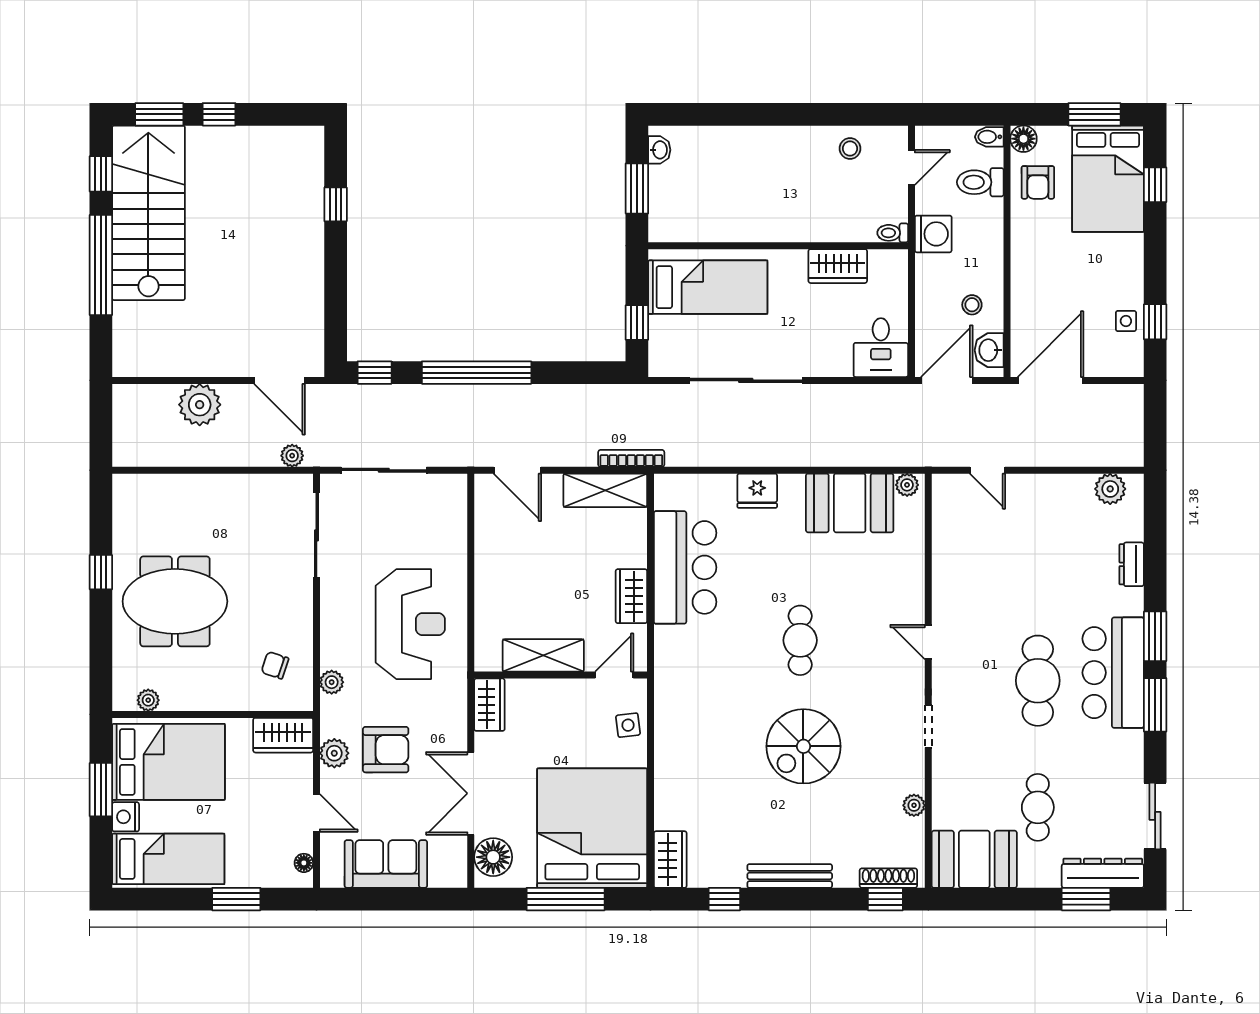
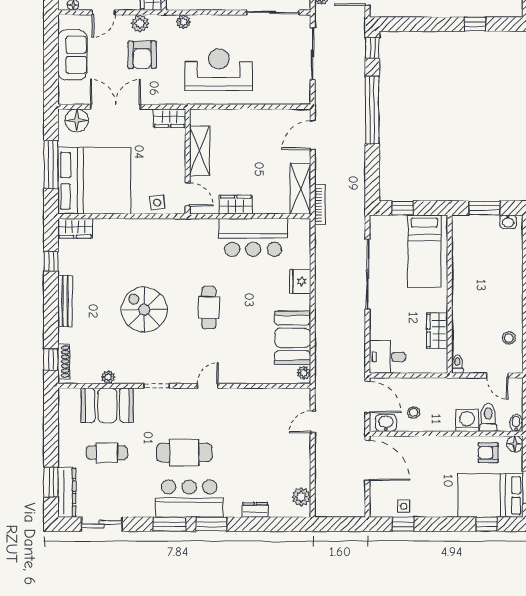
washing machine: (933, 234) -> (467, 420), moved, turned 180
reception desk: (410, 624) -> (219, 70), turned 180
cafe table: (800, 640) -> (209, 308), turned 90
booth: (974, 859) -> (107, 405), moved, turned 90

